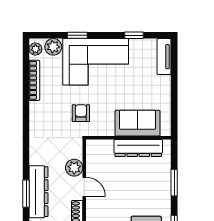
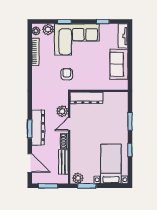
sofa: (138, 123) -> (119, 64), moved, turned -90
dresser: (138, 148) -> (86, 98), moved
door: (84, 187) -> (69, 124), swing flipped

